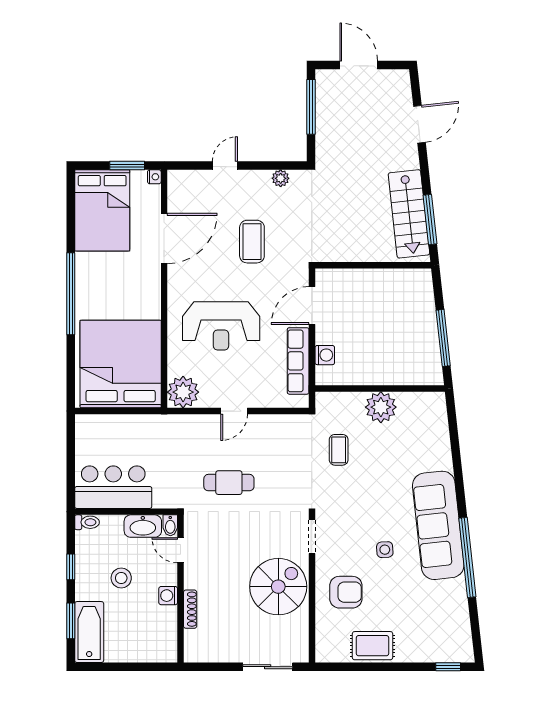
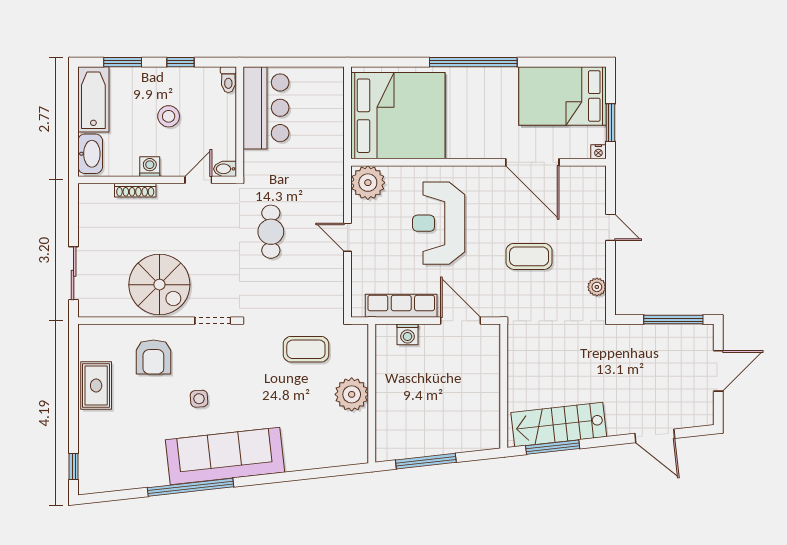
coffee table: (339, 450) -> (306, 349), width x1.36, depth x1.30
washbasin: (143, 526) -> (90, 154), moved, turned 180
bathtub: (89, 632) -> (93, 99), moved, turned -90

